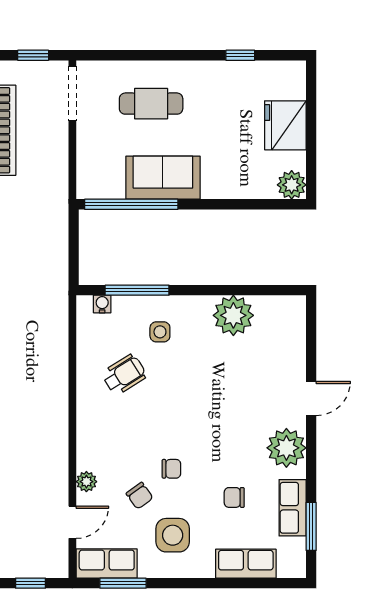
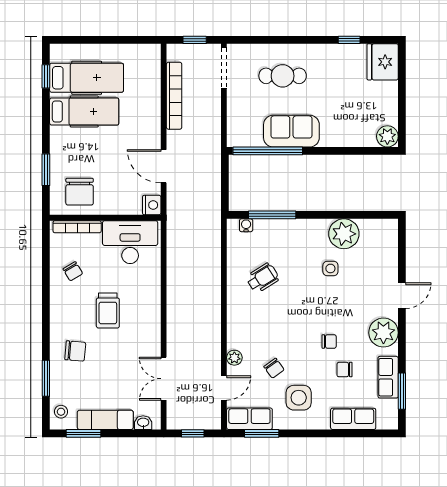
fridge: (285, 125) -> (383, 62), moved
side table: (160, 332) -> (330, 268), moved
chair: (171, 469) -> (329, 341), moved

